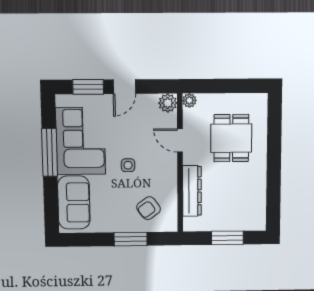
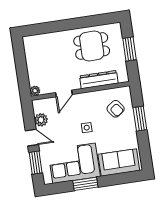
plant: (168, 103) -> (41, 120), moved
dining table: (231, 138) -> (92, 46), moved
window: (50, 153) -> (85, 184), width x0.69

